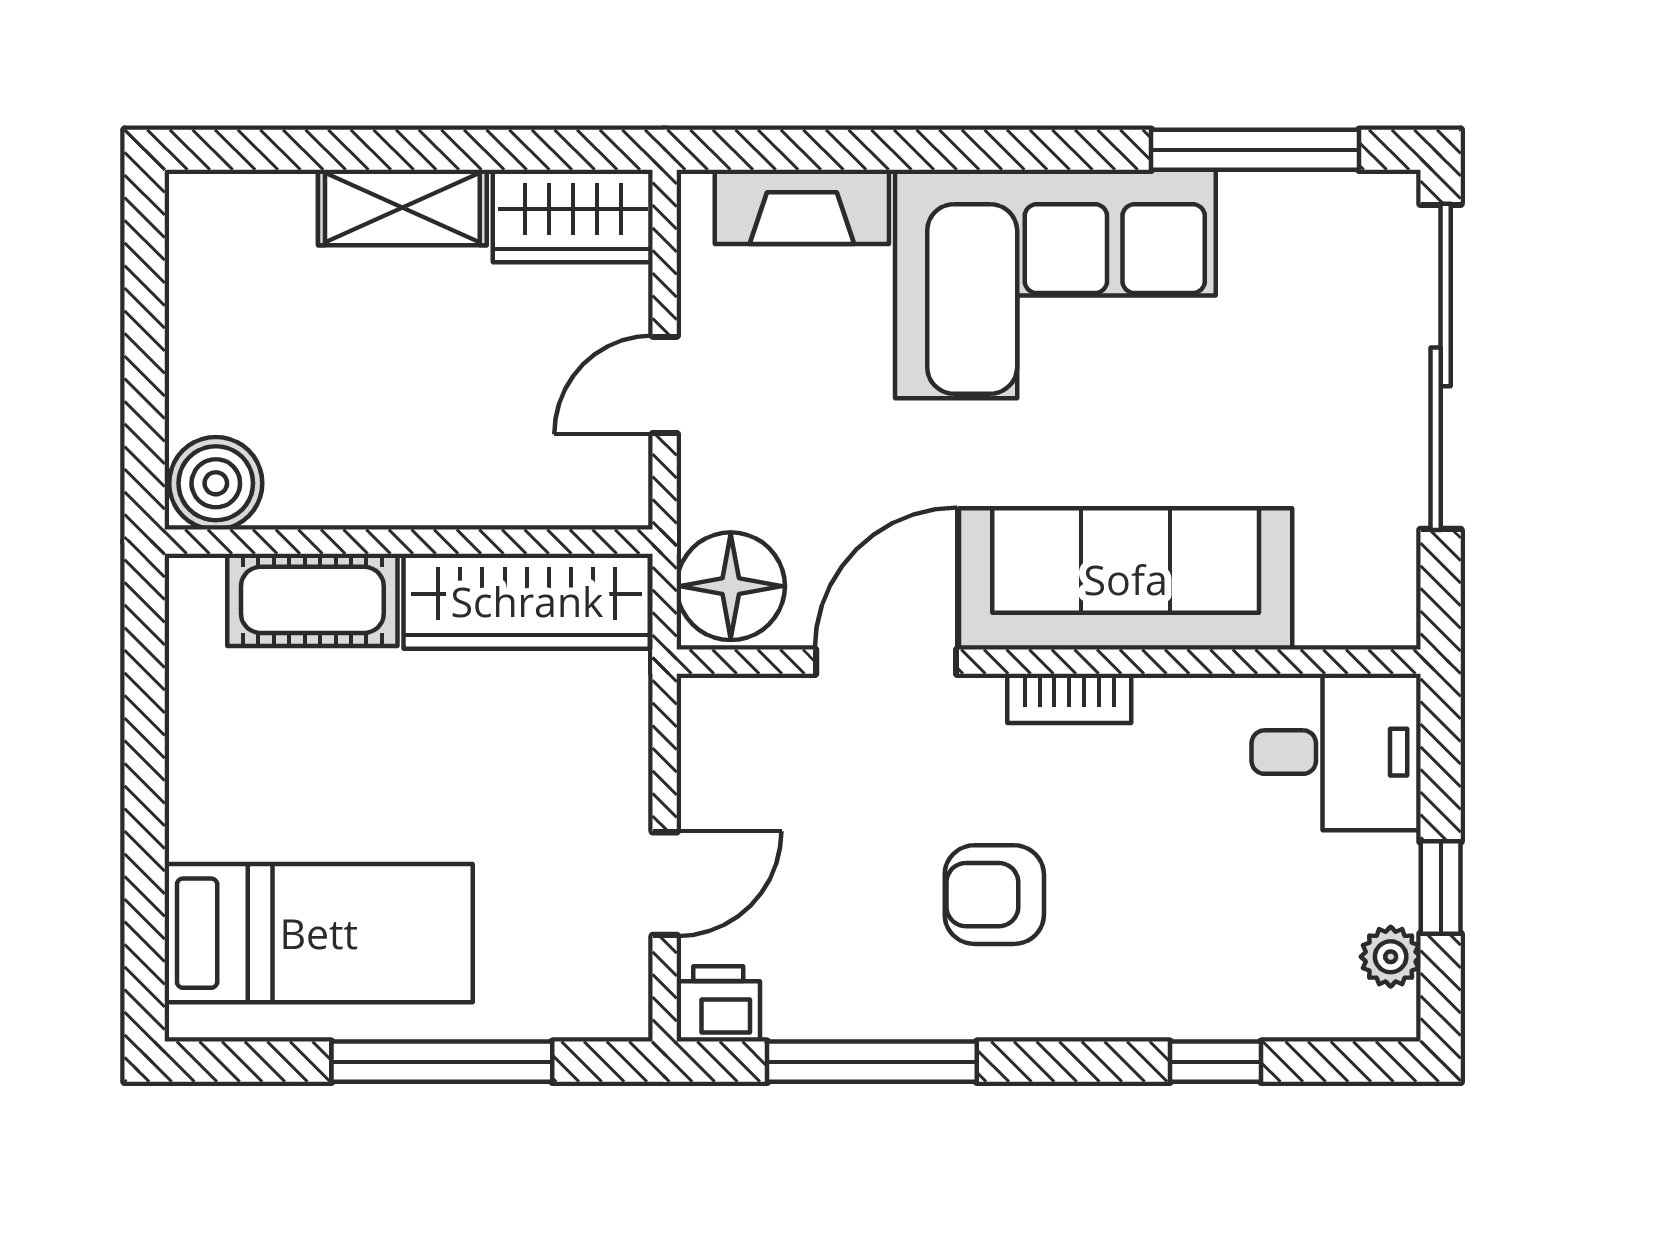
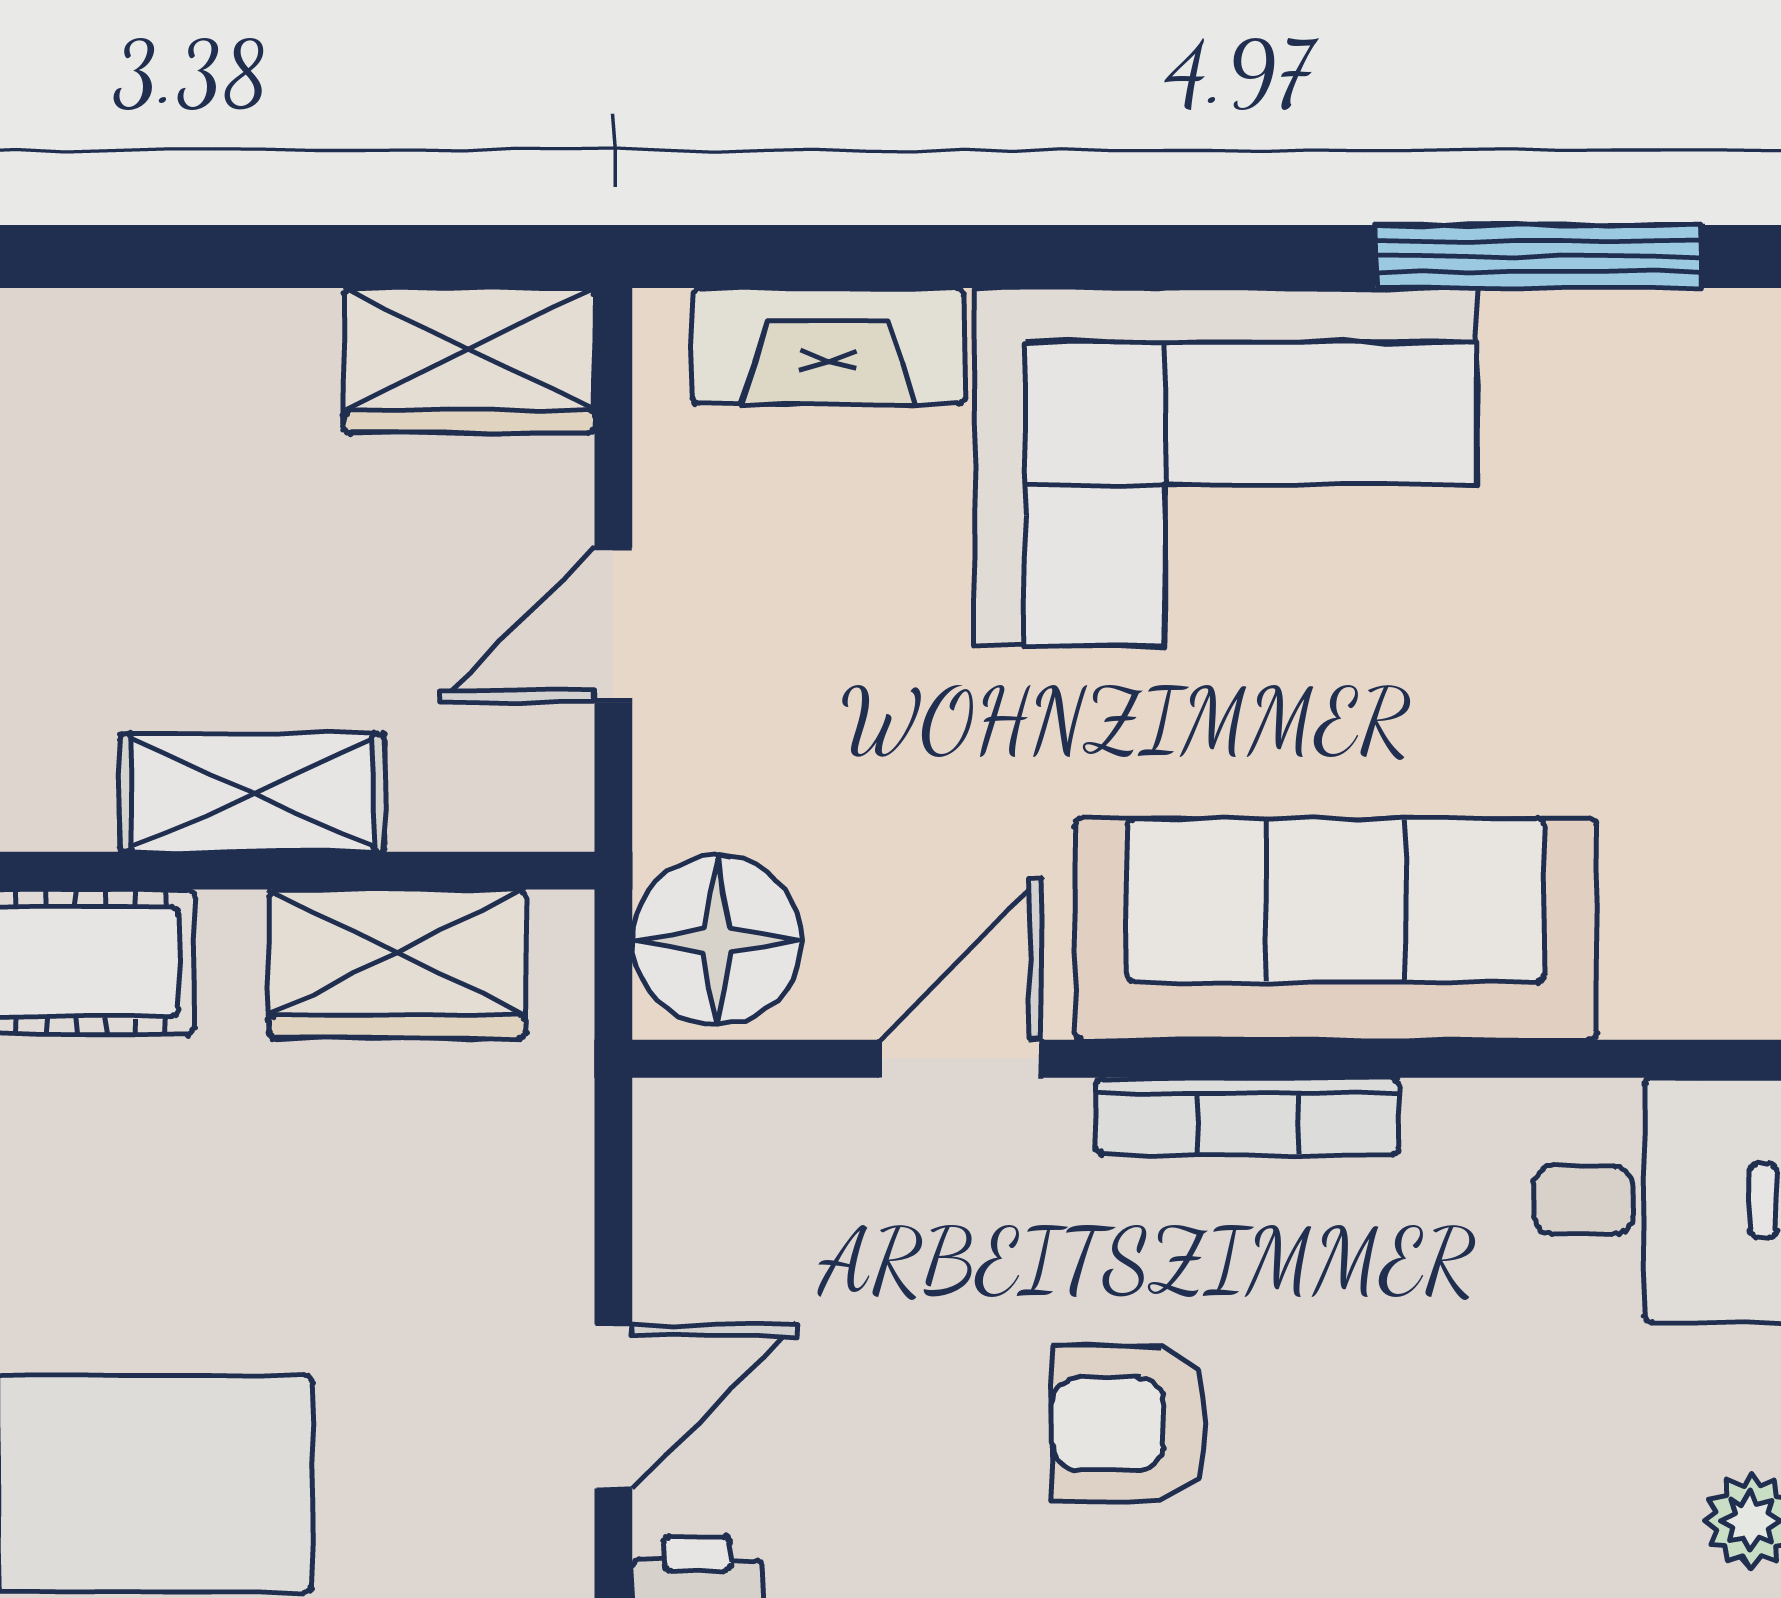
shelving: (402, 208) -> (252, 793), moved
wardrobe: (527, 601) -> (397, 964), width x0.67
door: (886, 662) -> (960, 1059), width x0.73
bookcase: (1069, 698) -> (1247, 1116), width x1.56

